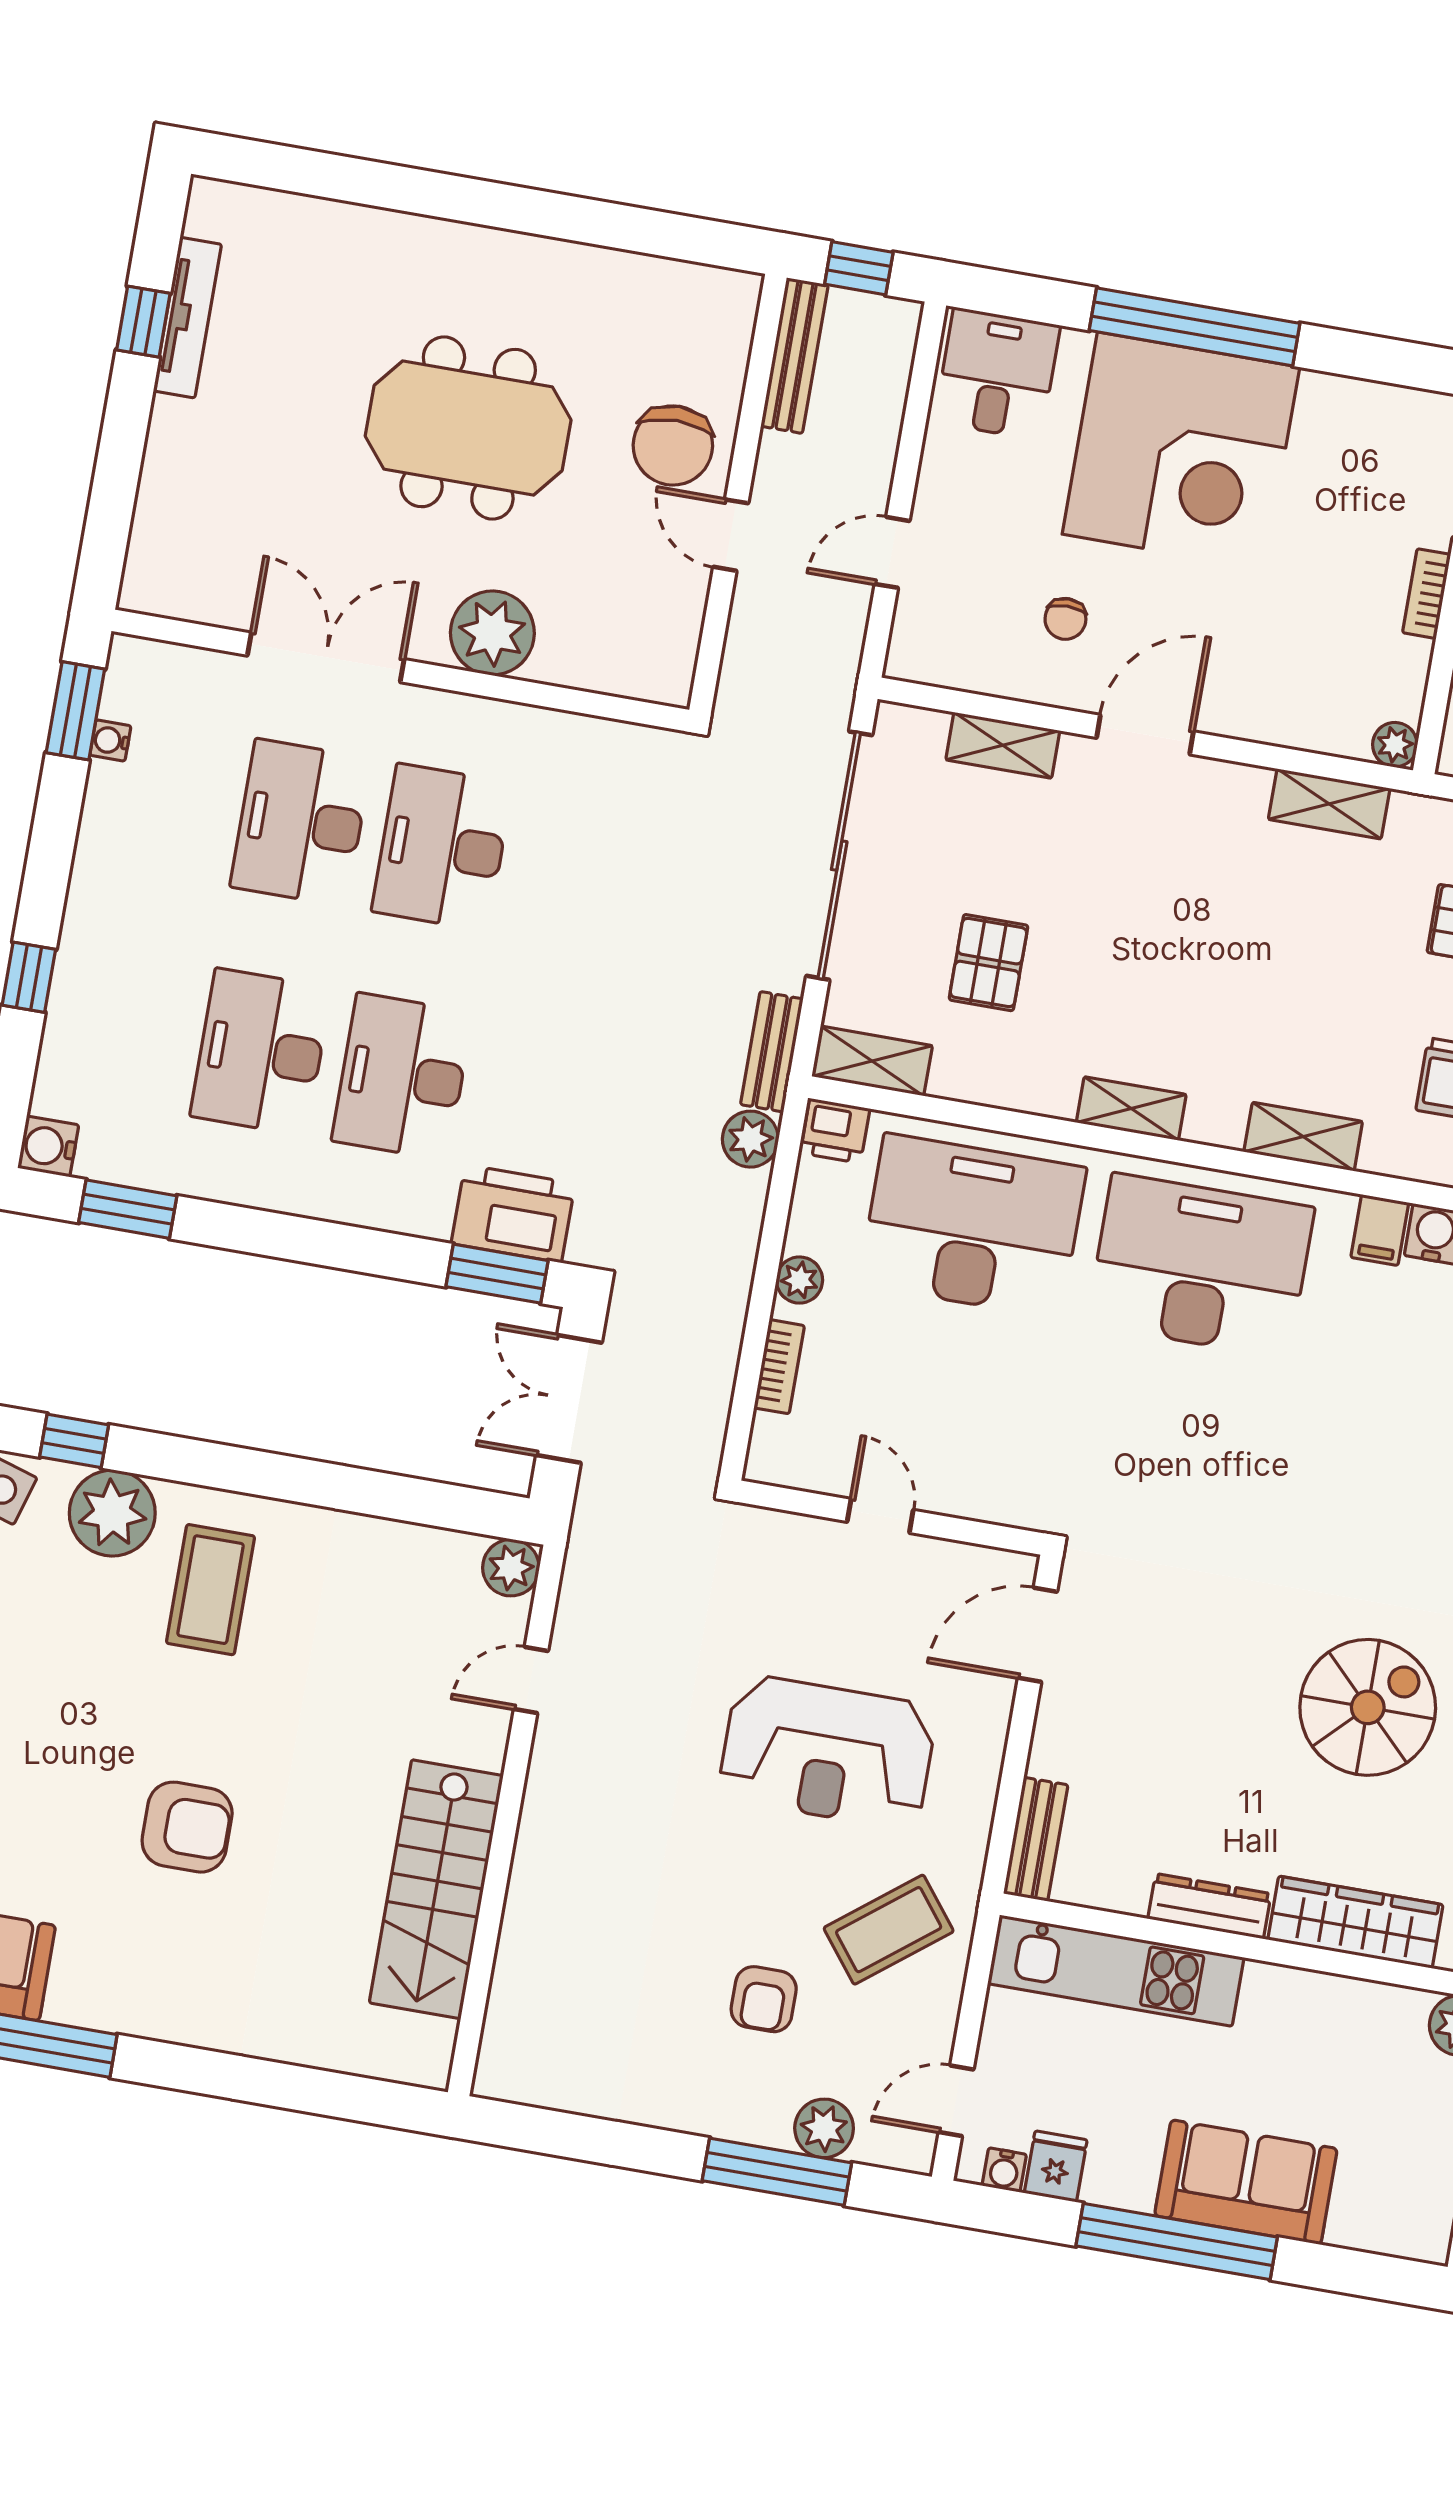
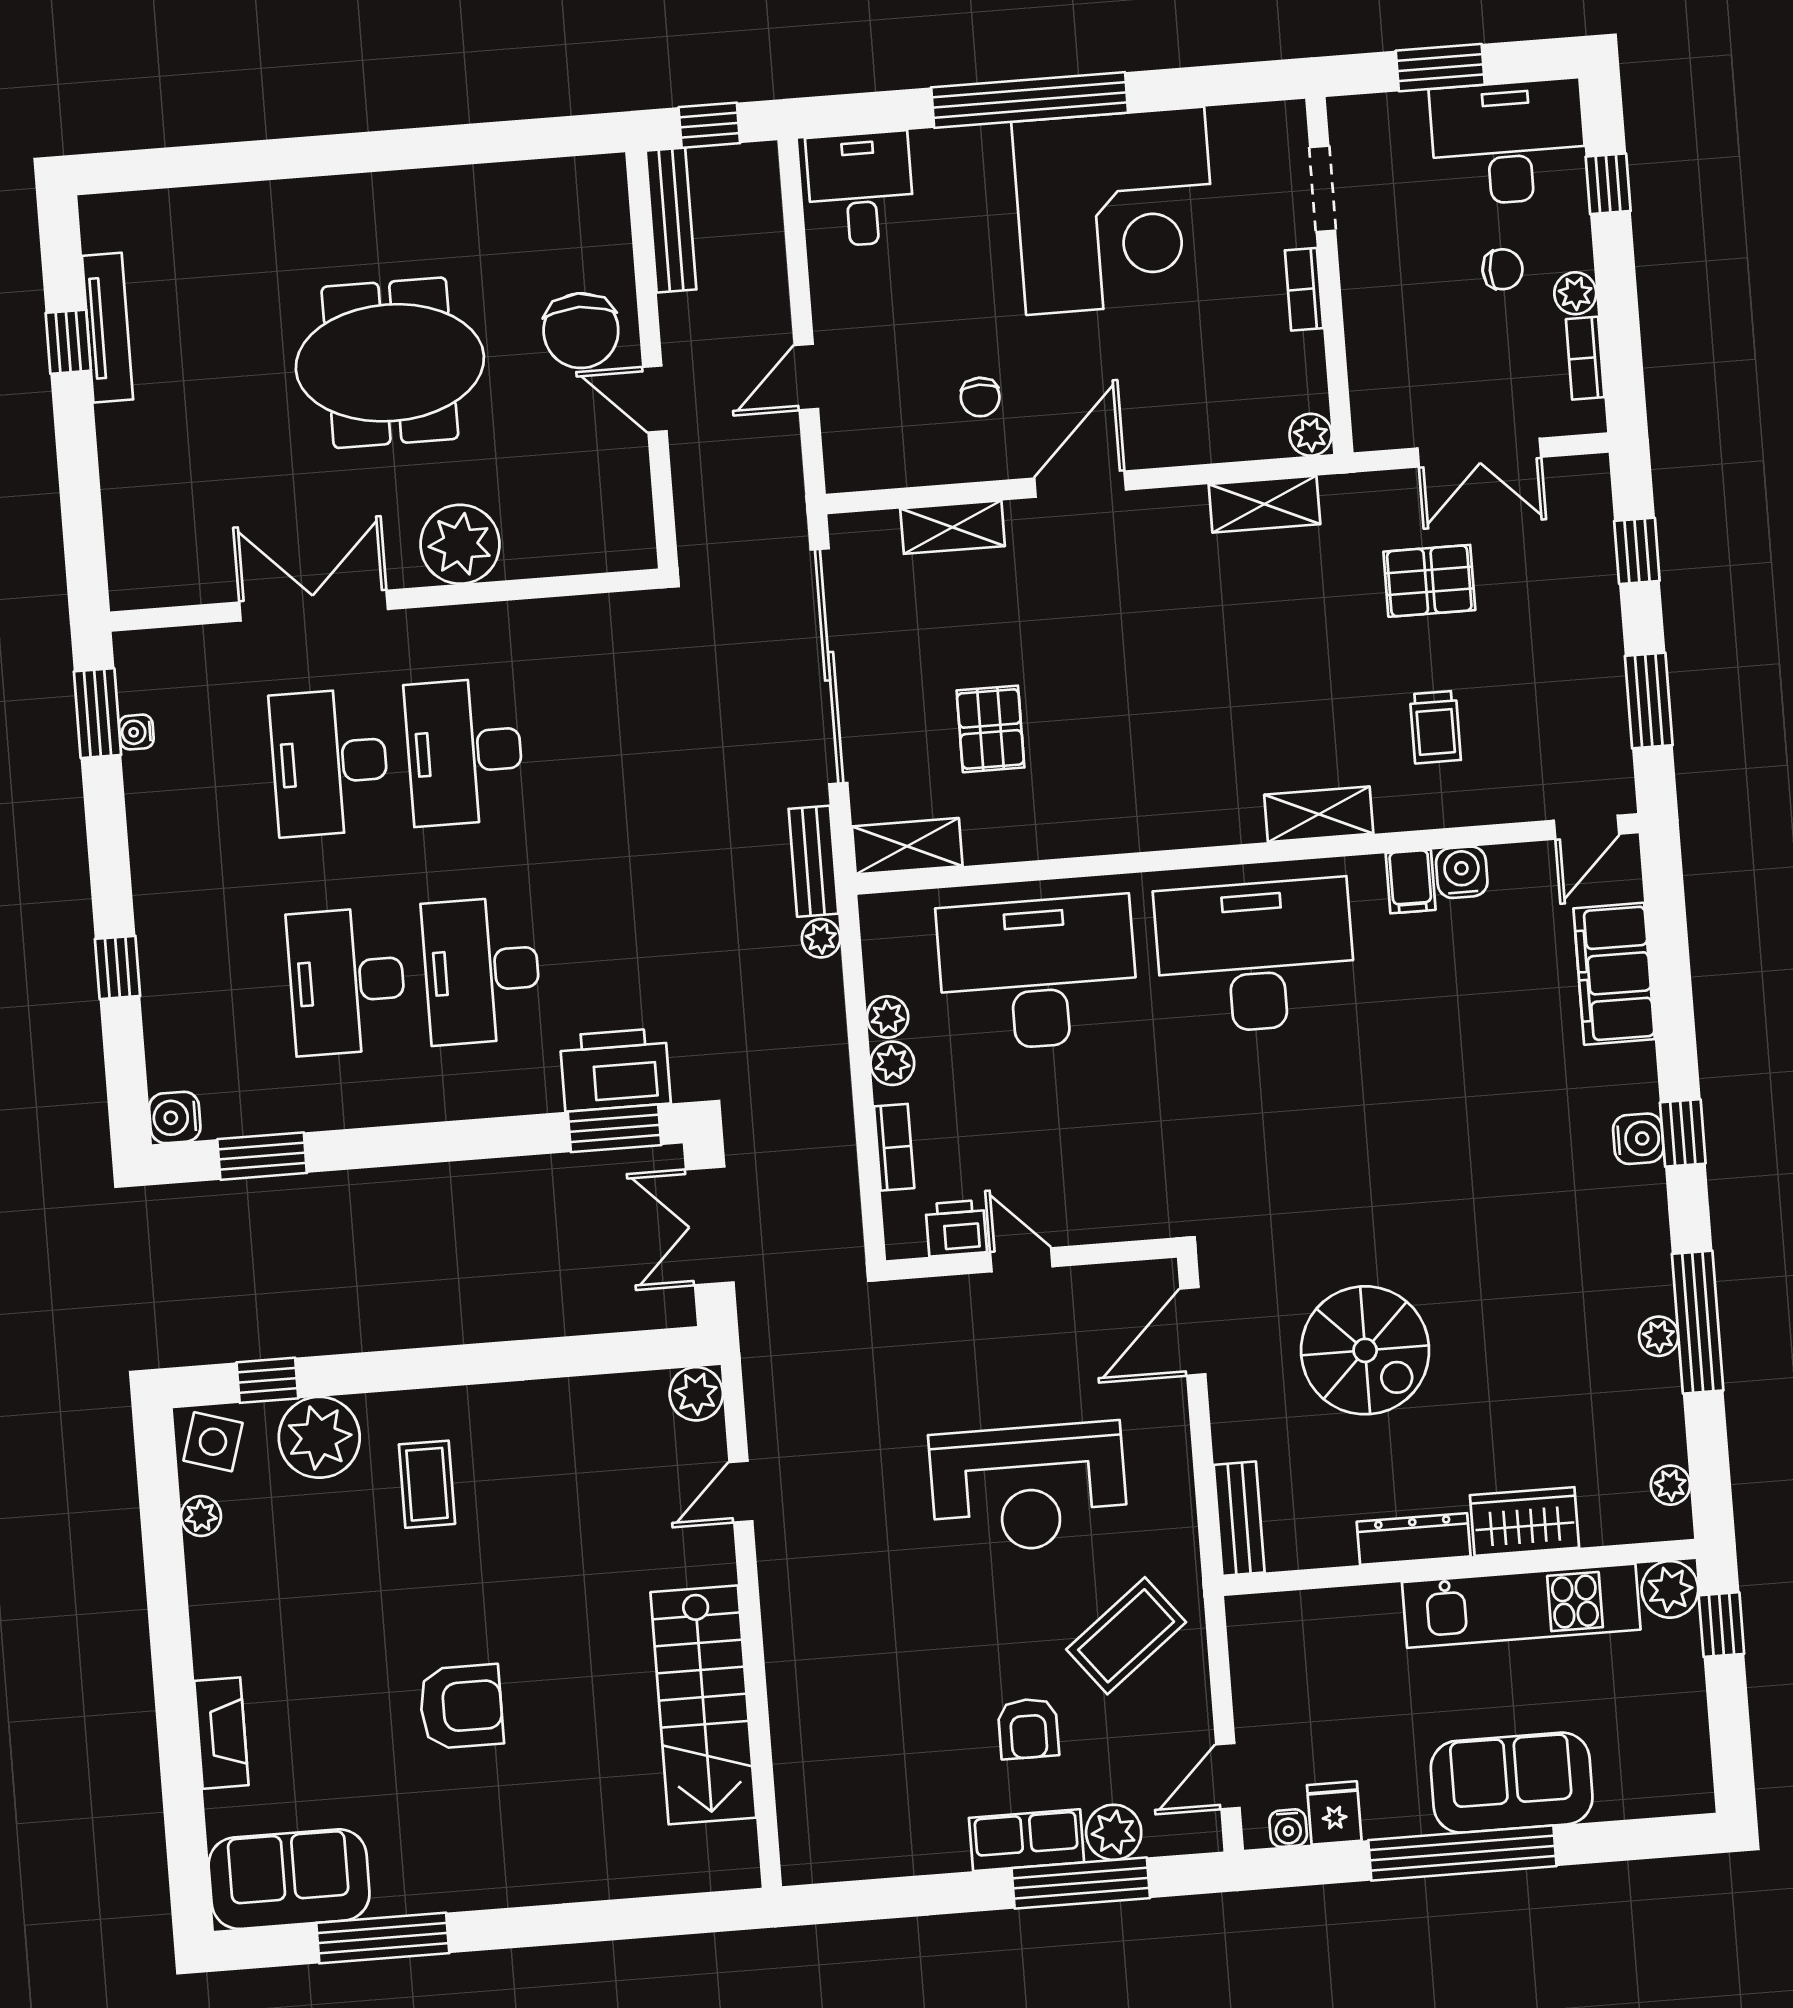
corner desk: (1181, 451) -> (1115, 211), moved
shelving: (1131, 1108) -> (1155, 829), removed
printer: (835, 1131) -> (956, 1228), moved, turned 180
plant: (750, 1139) -> (821, 938), width x0.73, depth x0.73
plant: (807, 1231) -> (888, 1017), added
coffee table: (211, 1590) -> (427, 1484), width x0.73, depth x0.77
spiral stairs: (1368, 1707) -> (1365, 1350), moved, turned 90
wardrobe: (1355, 1922) -> (1525, 1521), width x0.67
kitchen unit: (1116, 1971) -> (1521, 1606), moved
row of seats: (732, 2113) -> (1027, 1840), added

